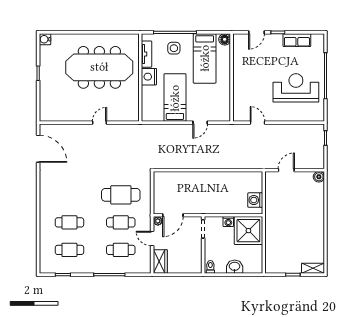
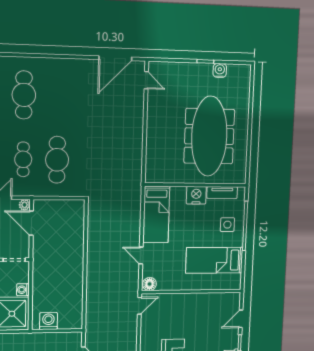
door: (256, 32) -> (241, 319), hinge flipped
water cooler: (45, 39) -> (220, 70), moved
floor lamp: (225, 39) -> (150, 284), moved
bed: (175, 98) -> (156, 214), moved, turned 90
door: (100, 123) -> (146, 80), moved
door: (258, 123) -> (140, 306), moved
cafe table: (69, 222) -> (24, 95), width x1.37, depth x1.35

